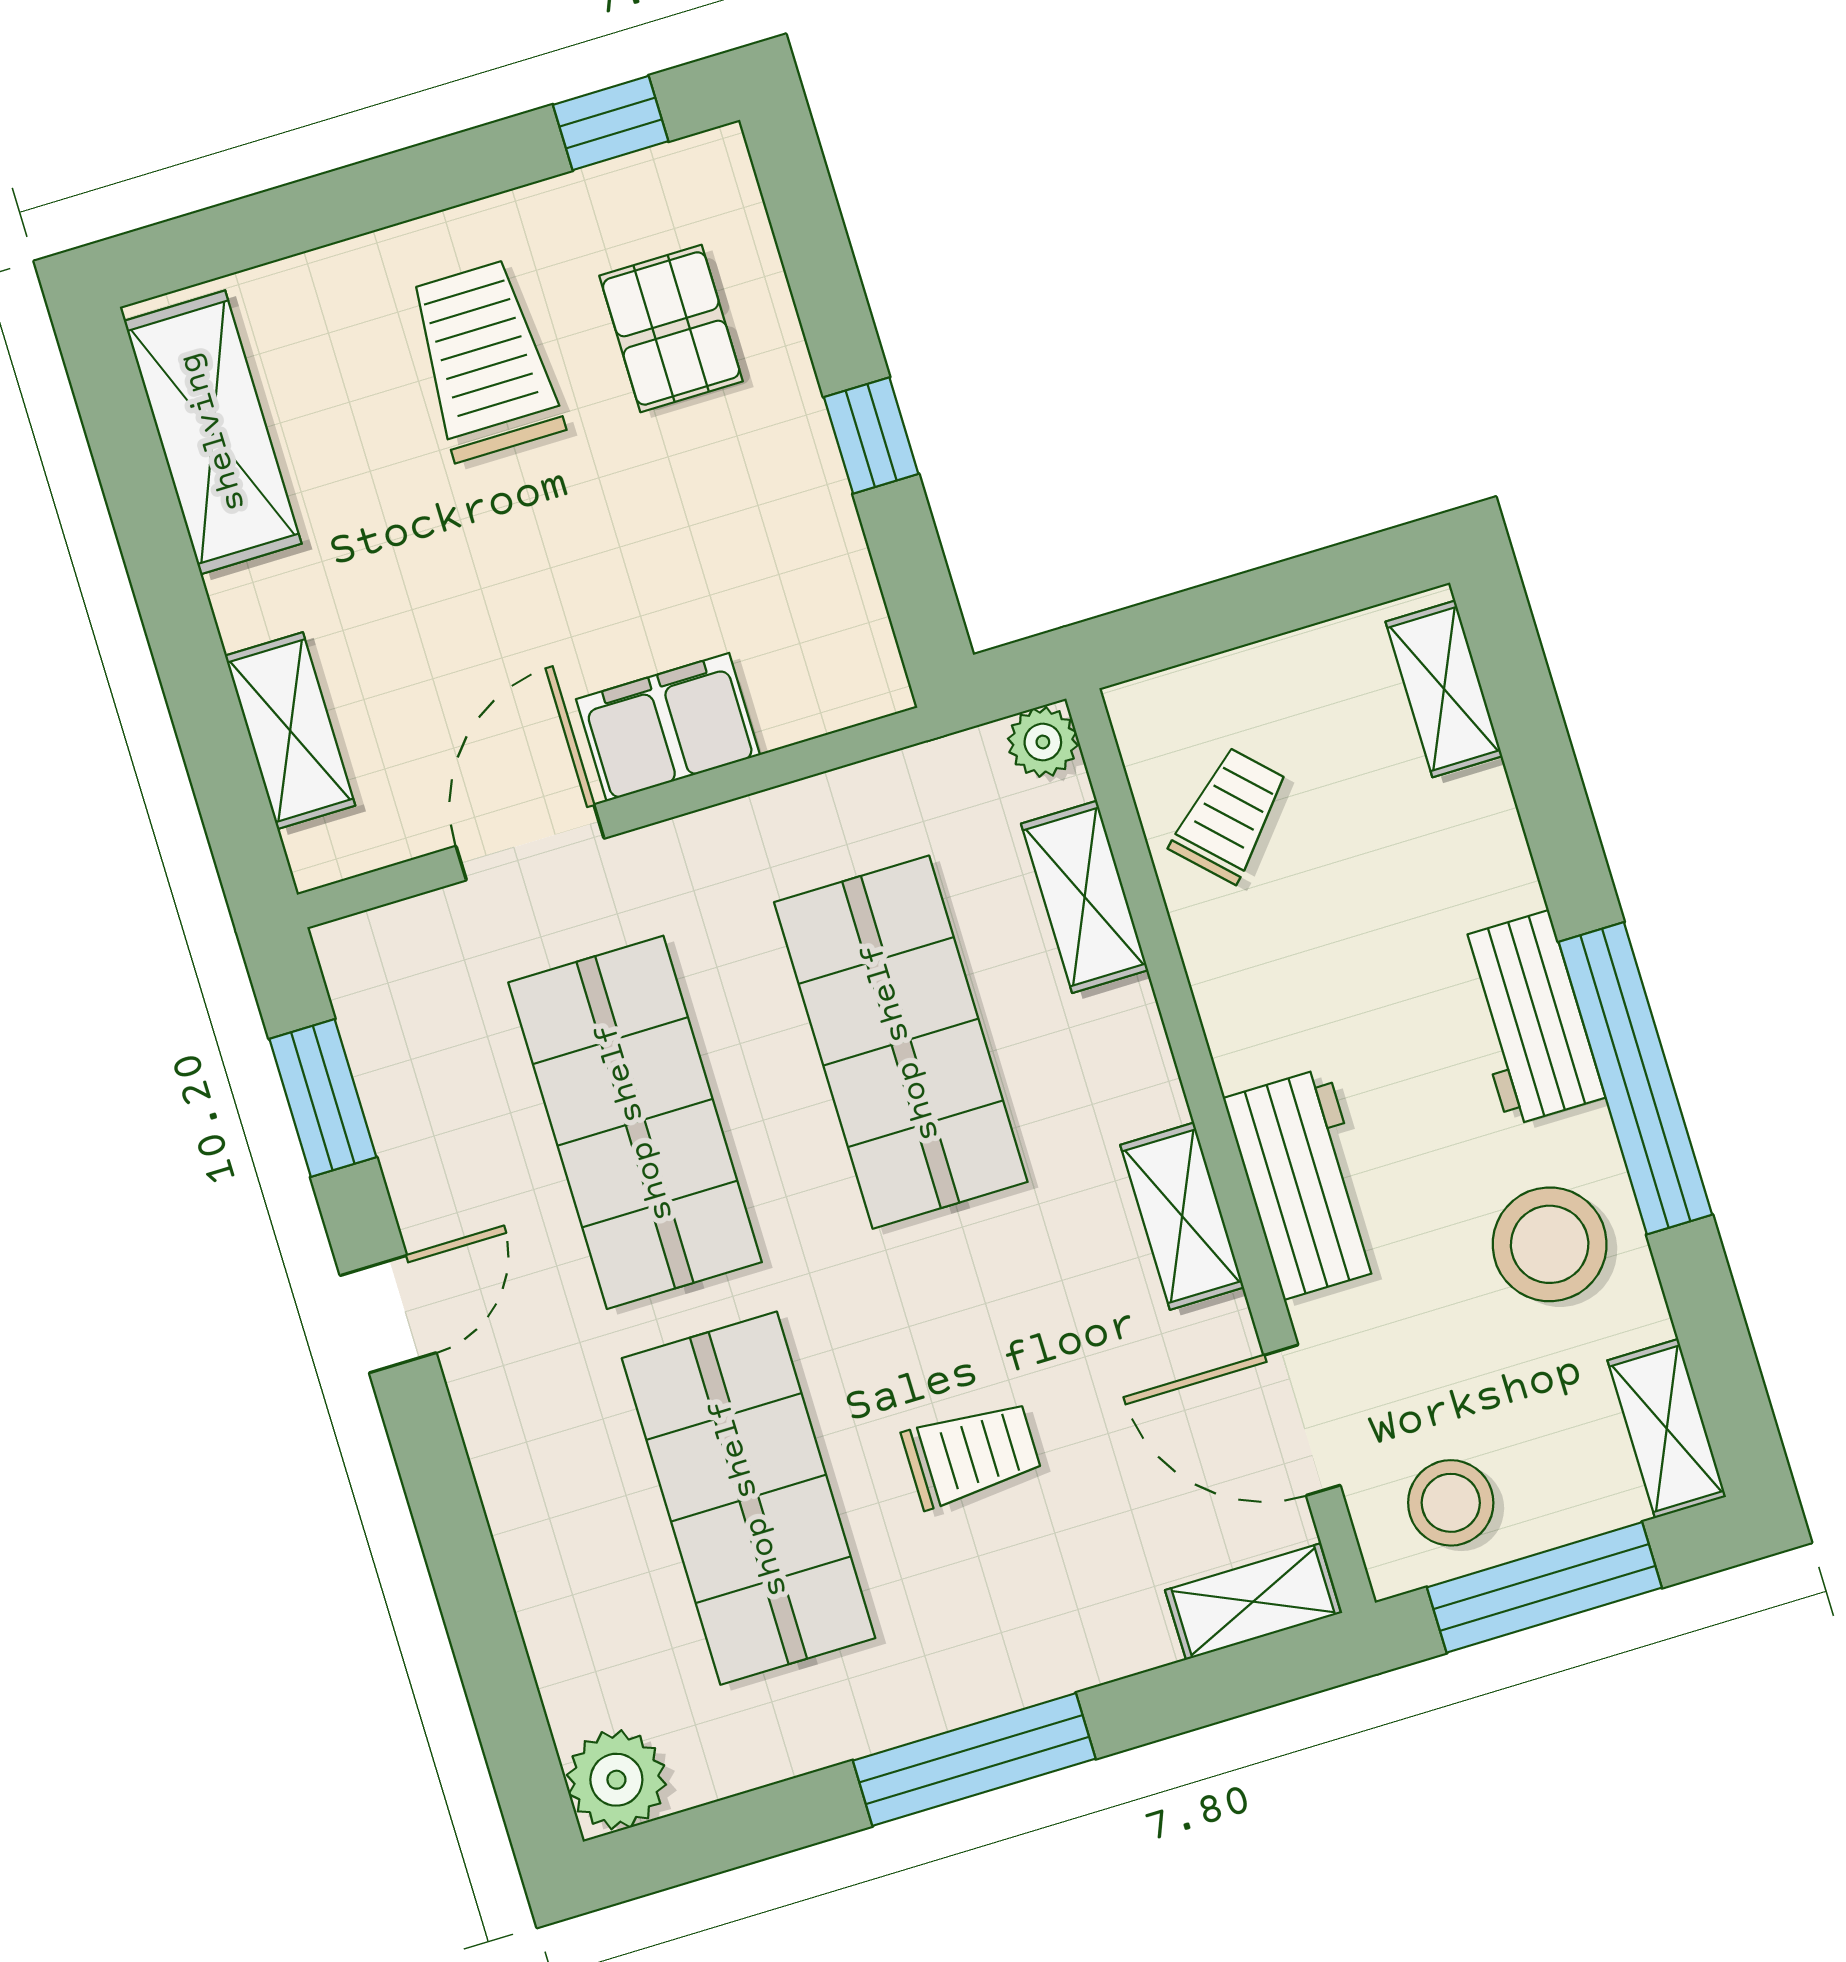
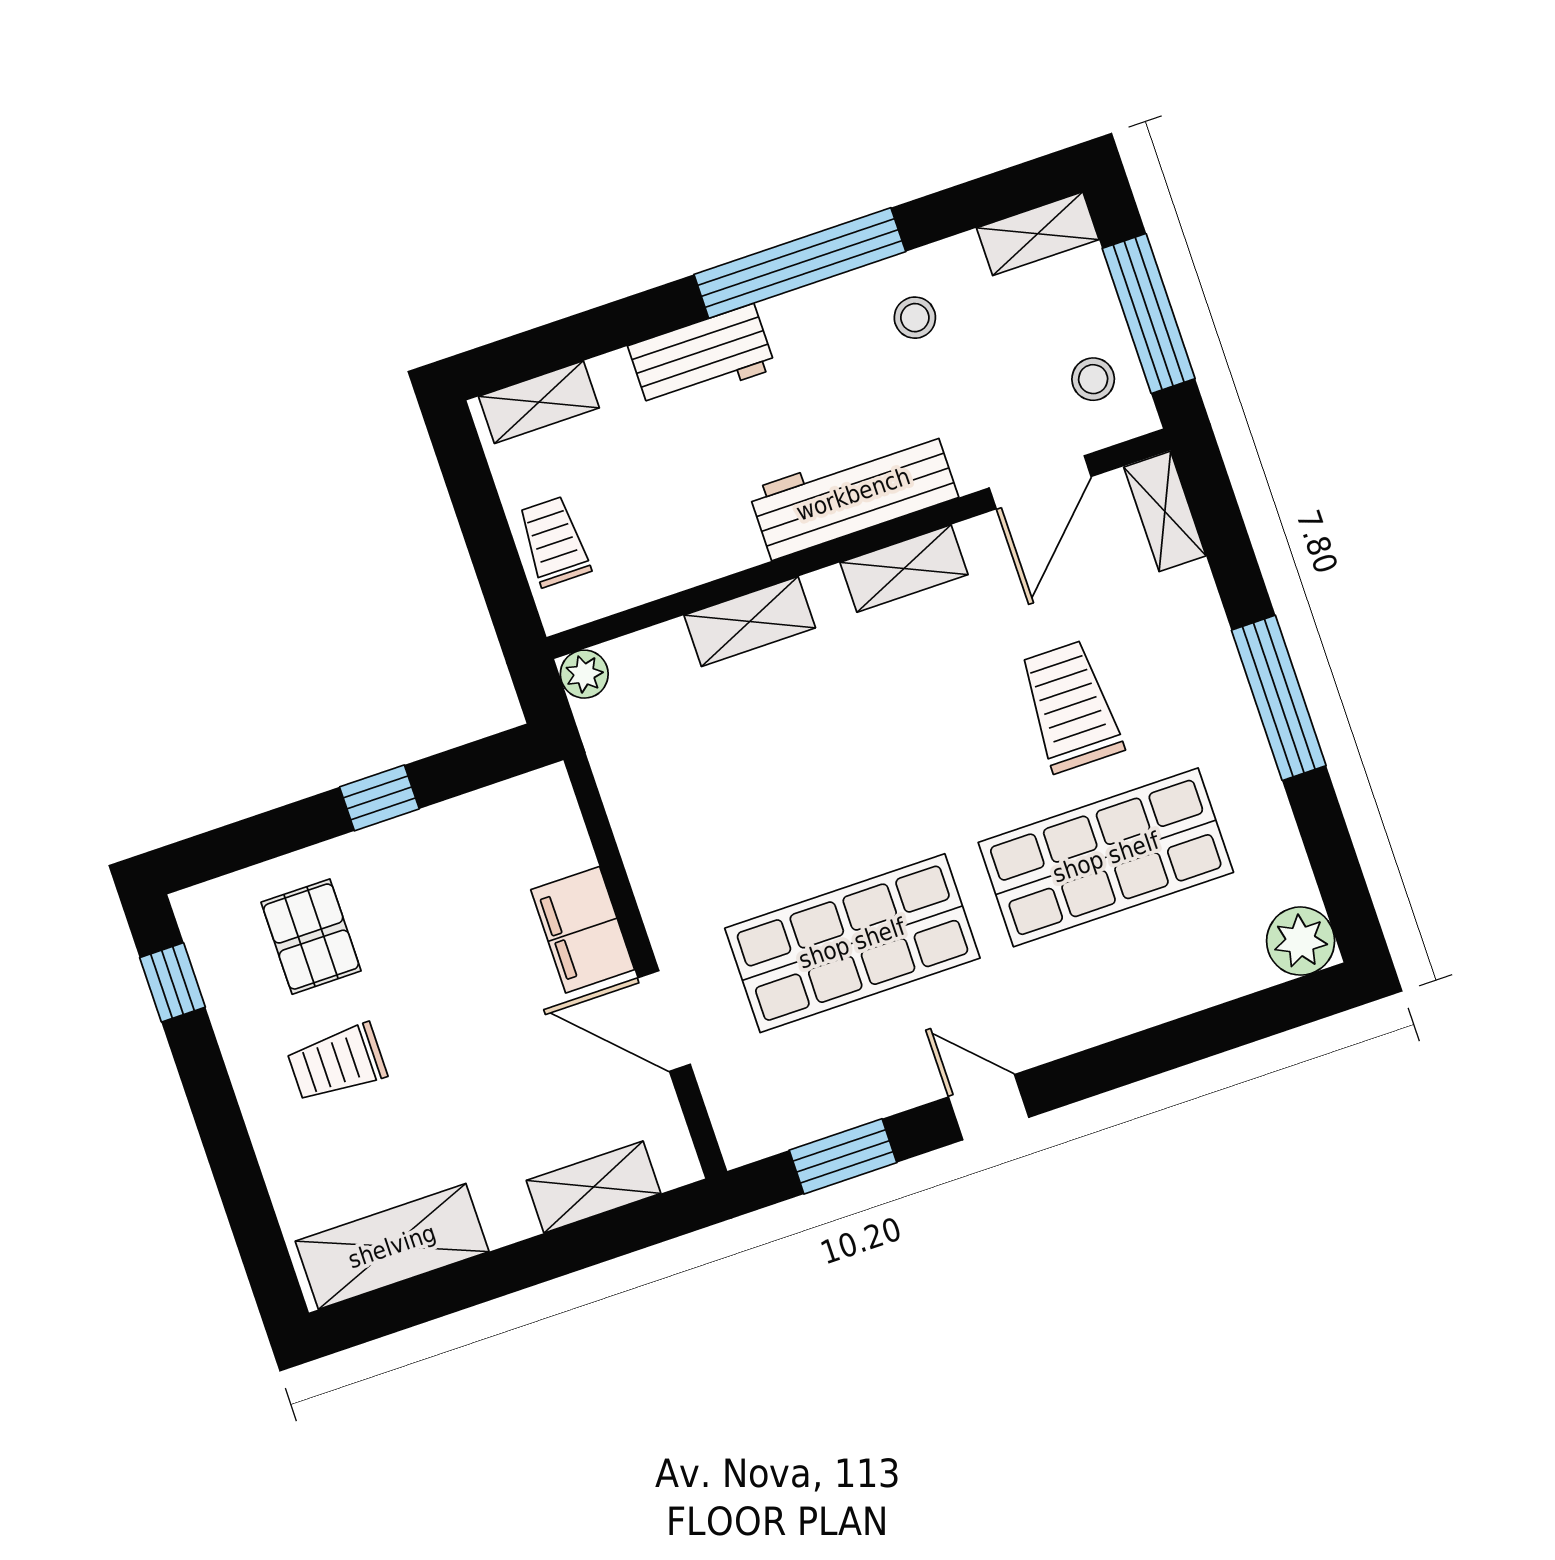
pallet: (671, 328) -> (311, 937), turned 90
trolley: (485, 360) -> (337, 1063), width x0.73, depth x0.72
trolley: (1230, 815) -> (554, 542), moved, turned 45
shelving: (1085, 897) -> (750, 621), moved
workbench: (1529, 1018) -> (702, 357), moved
shop shelf: (901, 1042) -> (792, 764), removed
workbench: (1305, 1183) -> (853, 494), width x1.38
stool: (1550, 1244) -> (915, 318), width x0.53, depth x0.53
trolley: (972, 1454) -> (1071, 706), width x1.36, depth x1.39
stool: (1451, 1503) -> (1093, 379), width x0.73, depth x0.73

